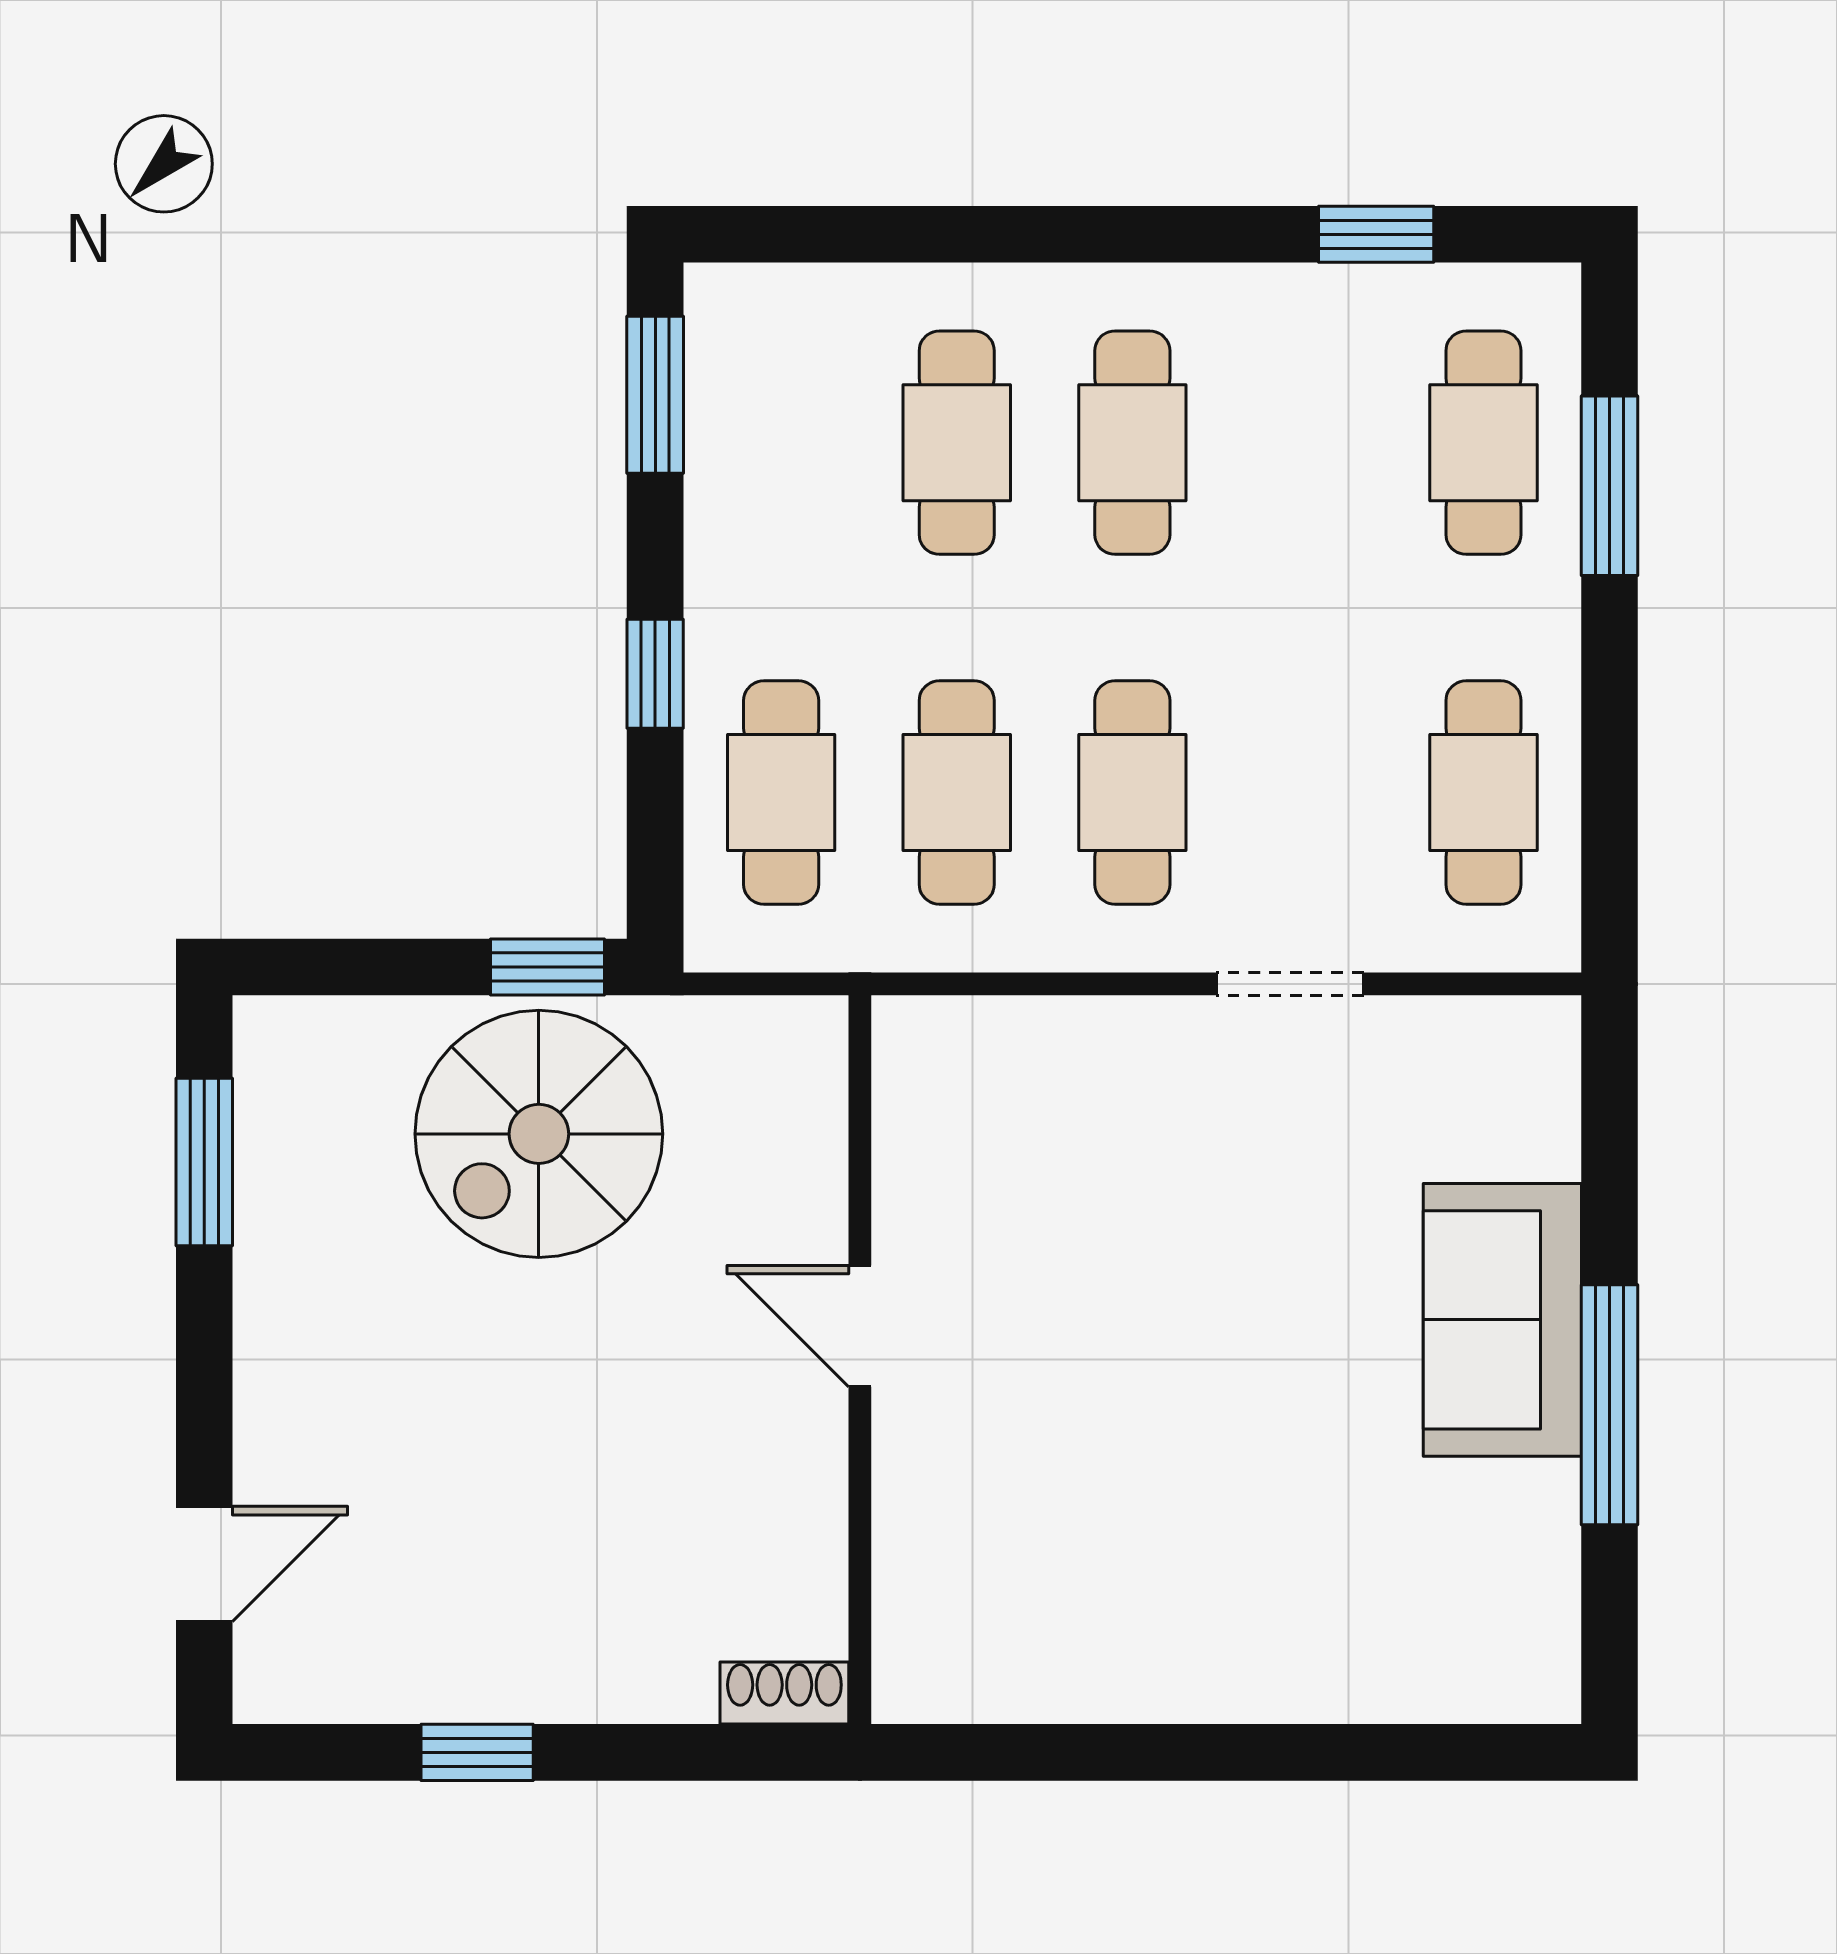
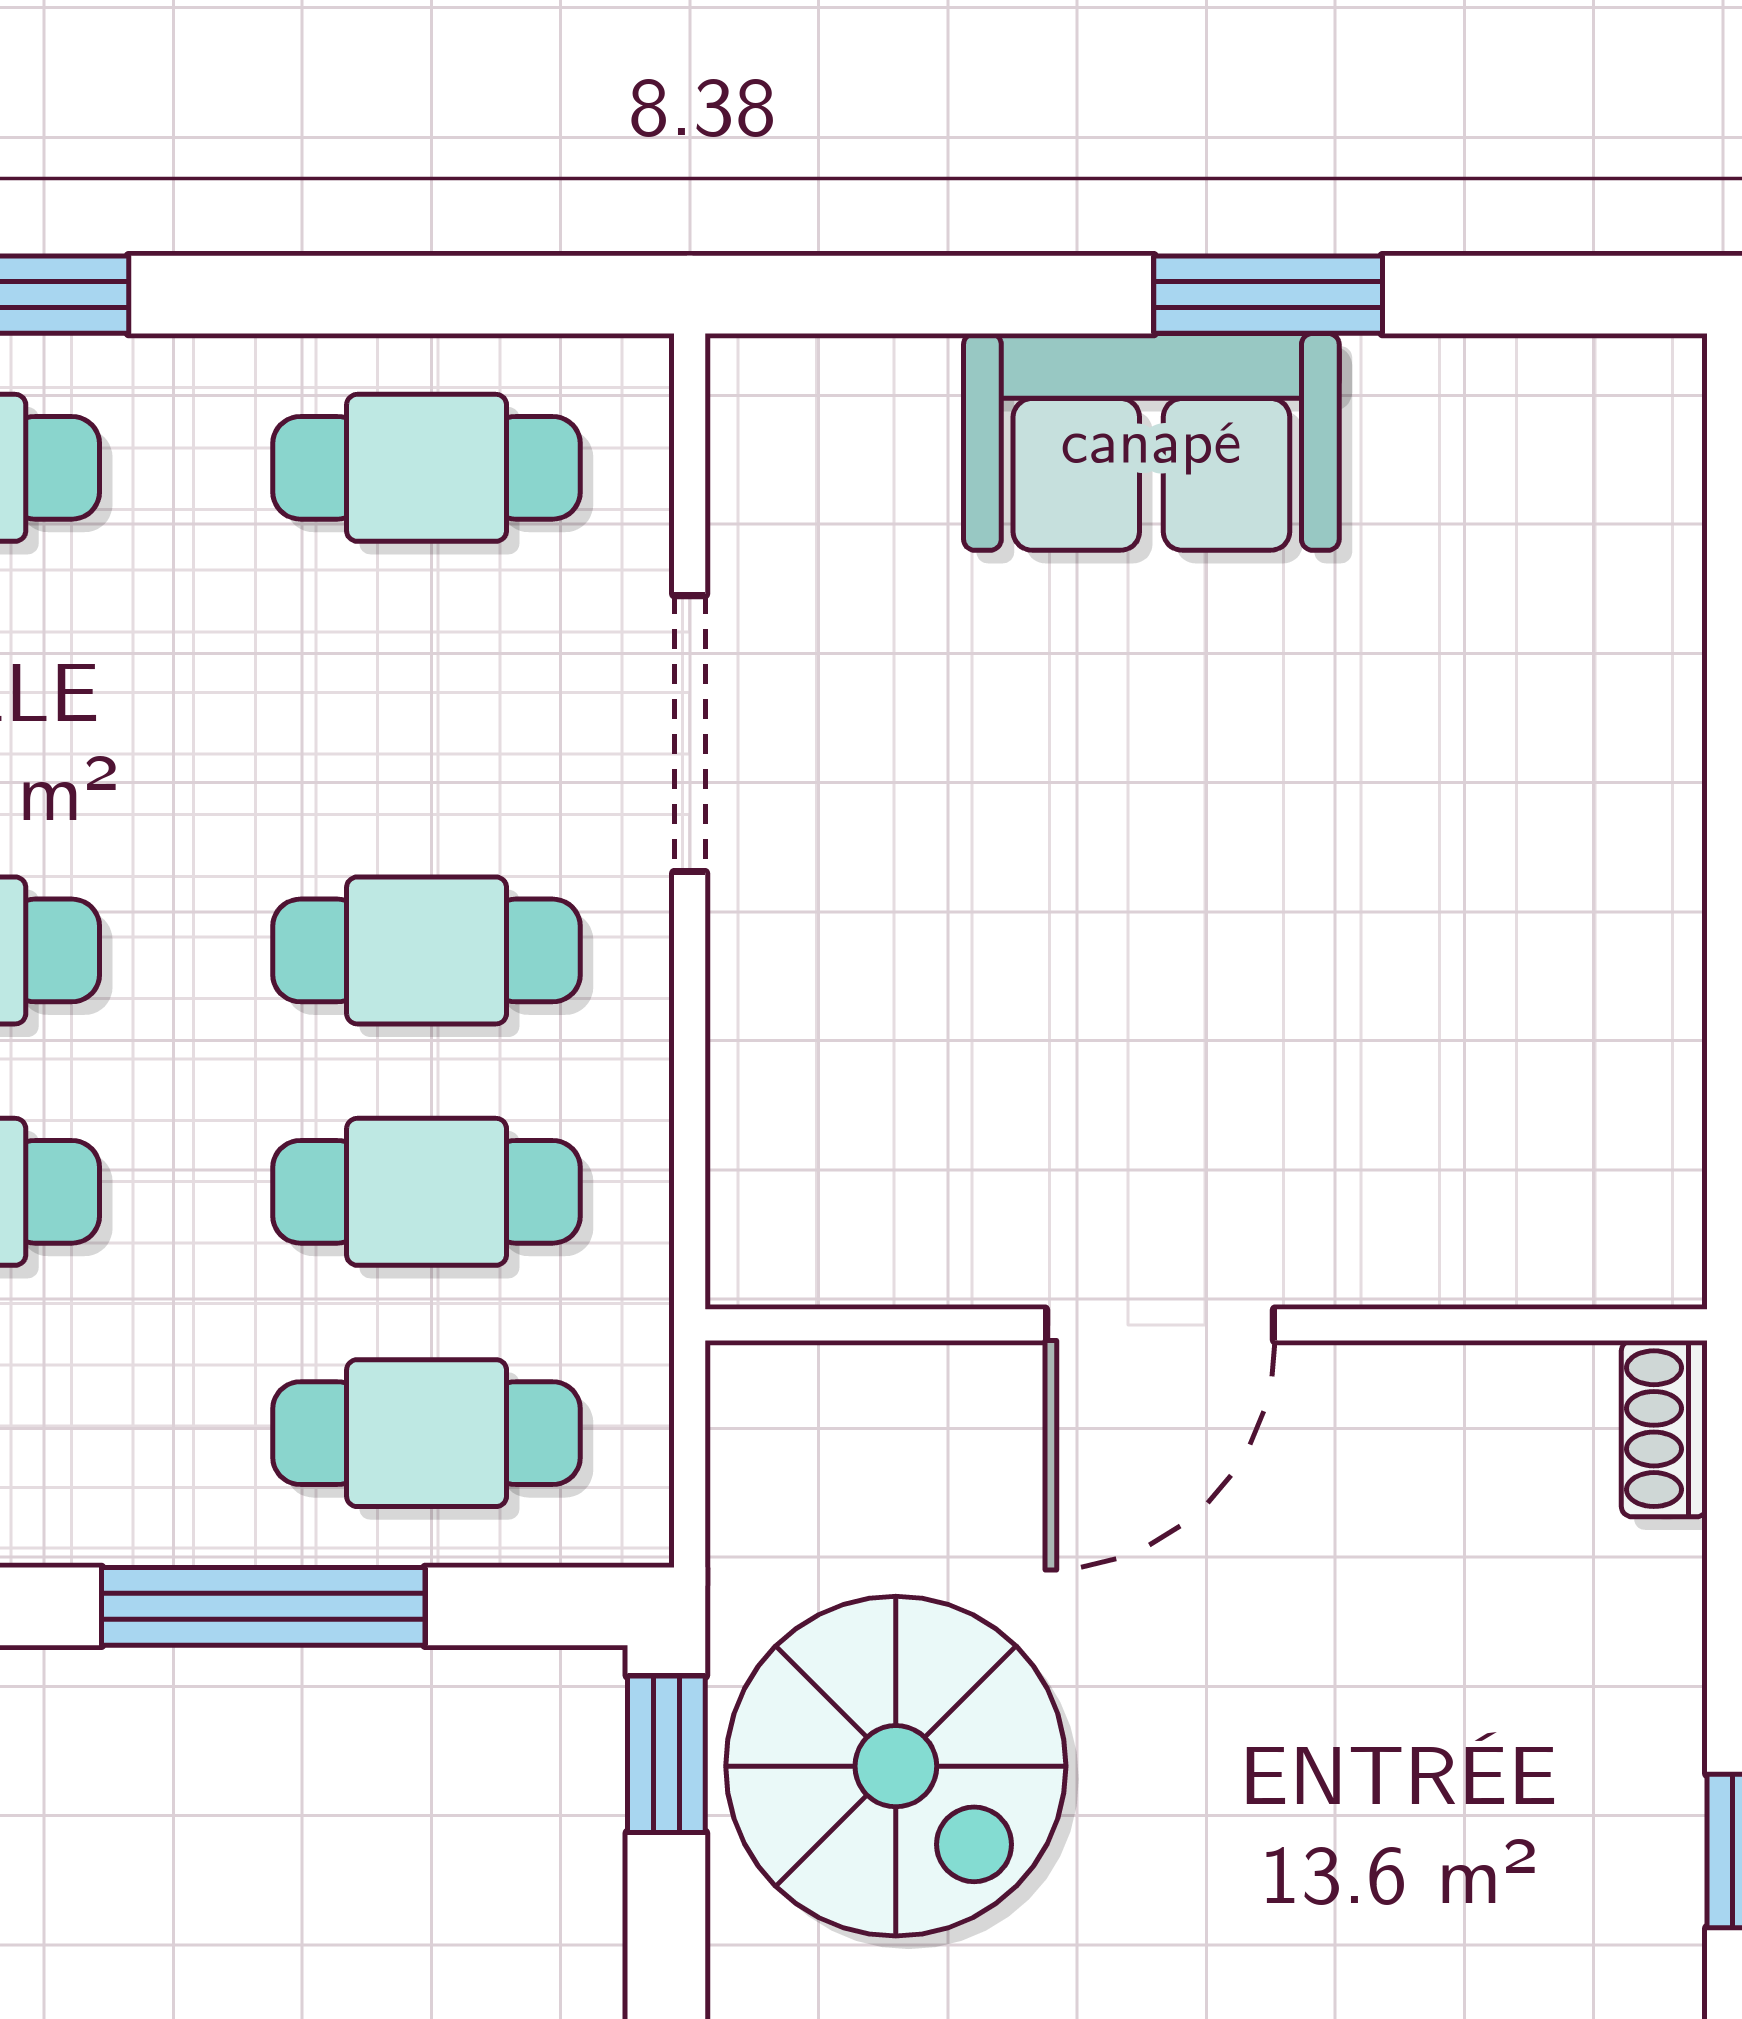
window: (655, 674) -> (263, 1606), width x2.17
doorway: (1290, 984) -> (690, 734), width x1.38
door: (860, 1326) -> (1160, 1325), width x1.37
window: (1610, 1405) -> (1268, 295), width x0.69

